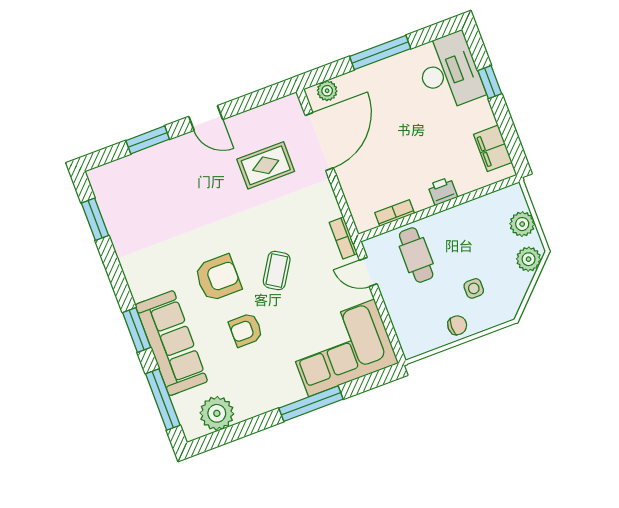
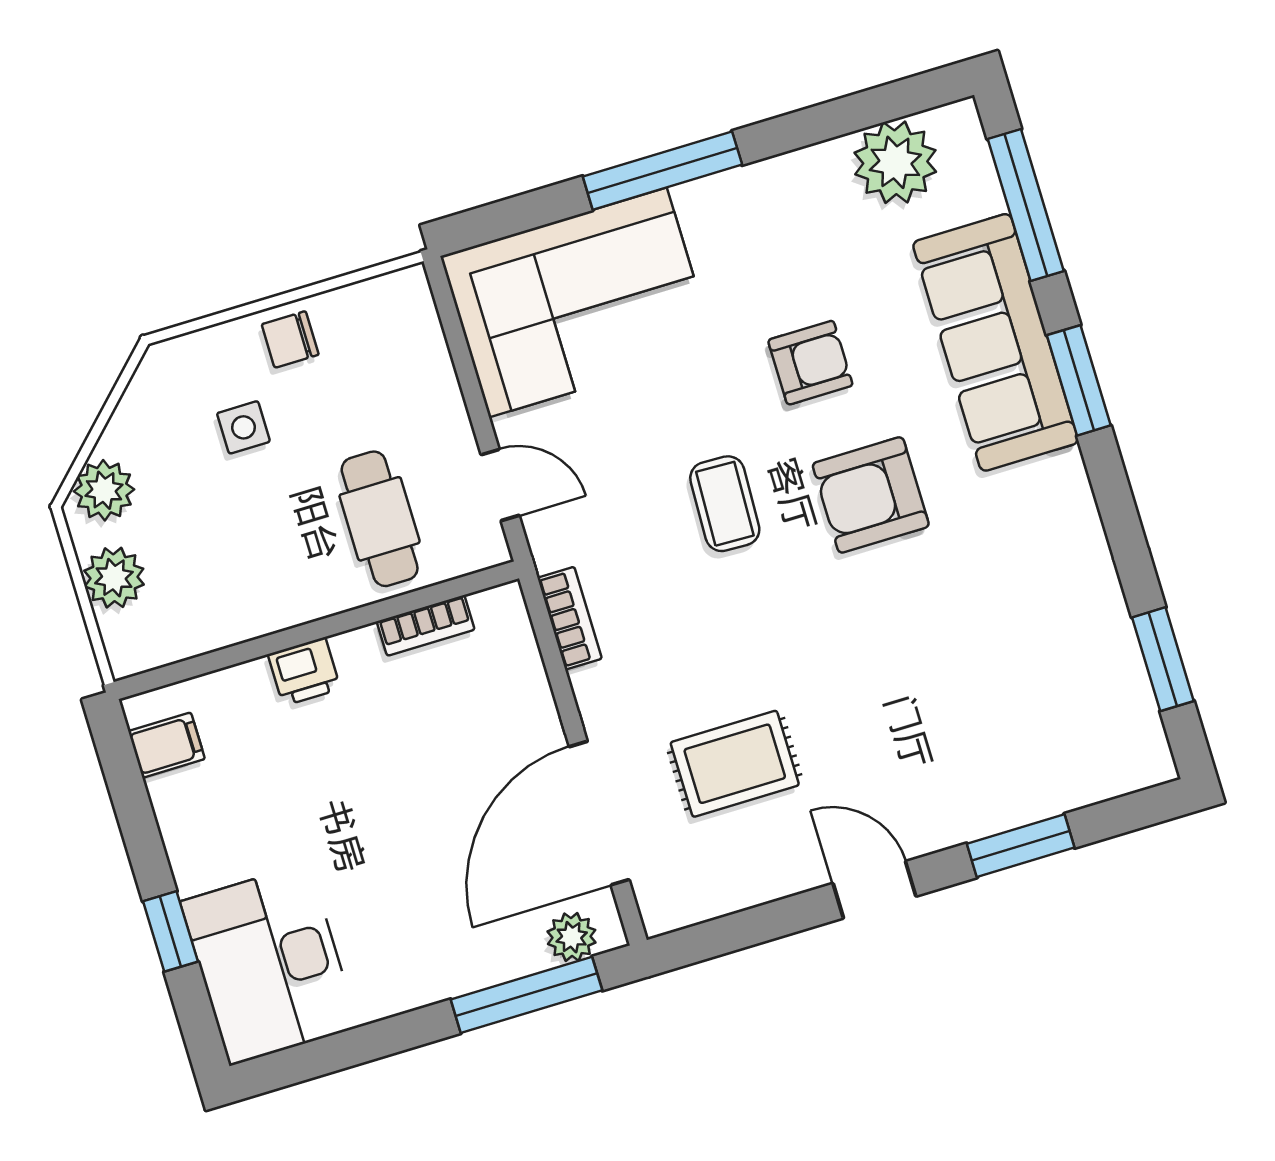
window: (380, 52) -> (526, 995), moved
filing cabinet: (493, 148) -> (167, 745), width x0.50
bookcase: (343, 238) -> (570, 618), moved
coffee table: (277, 270) -> (725, 504), turned -30

